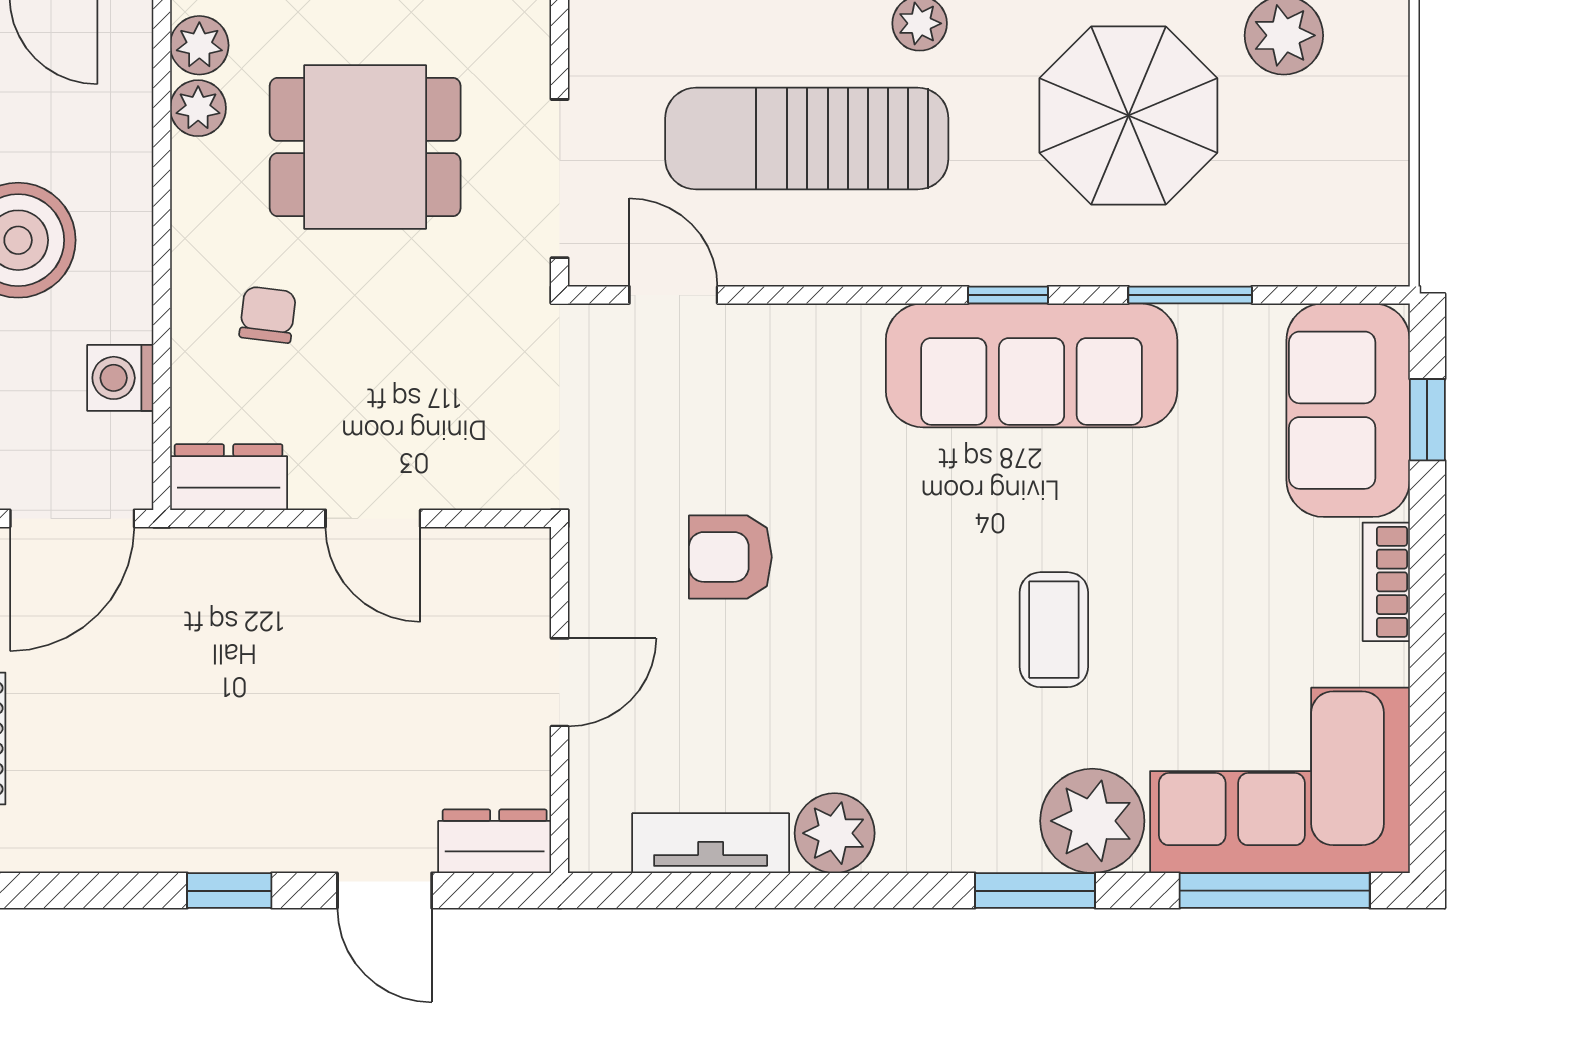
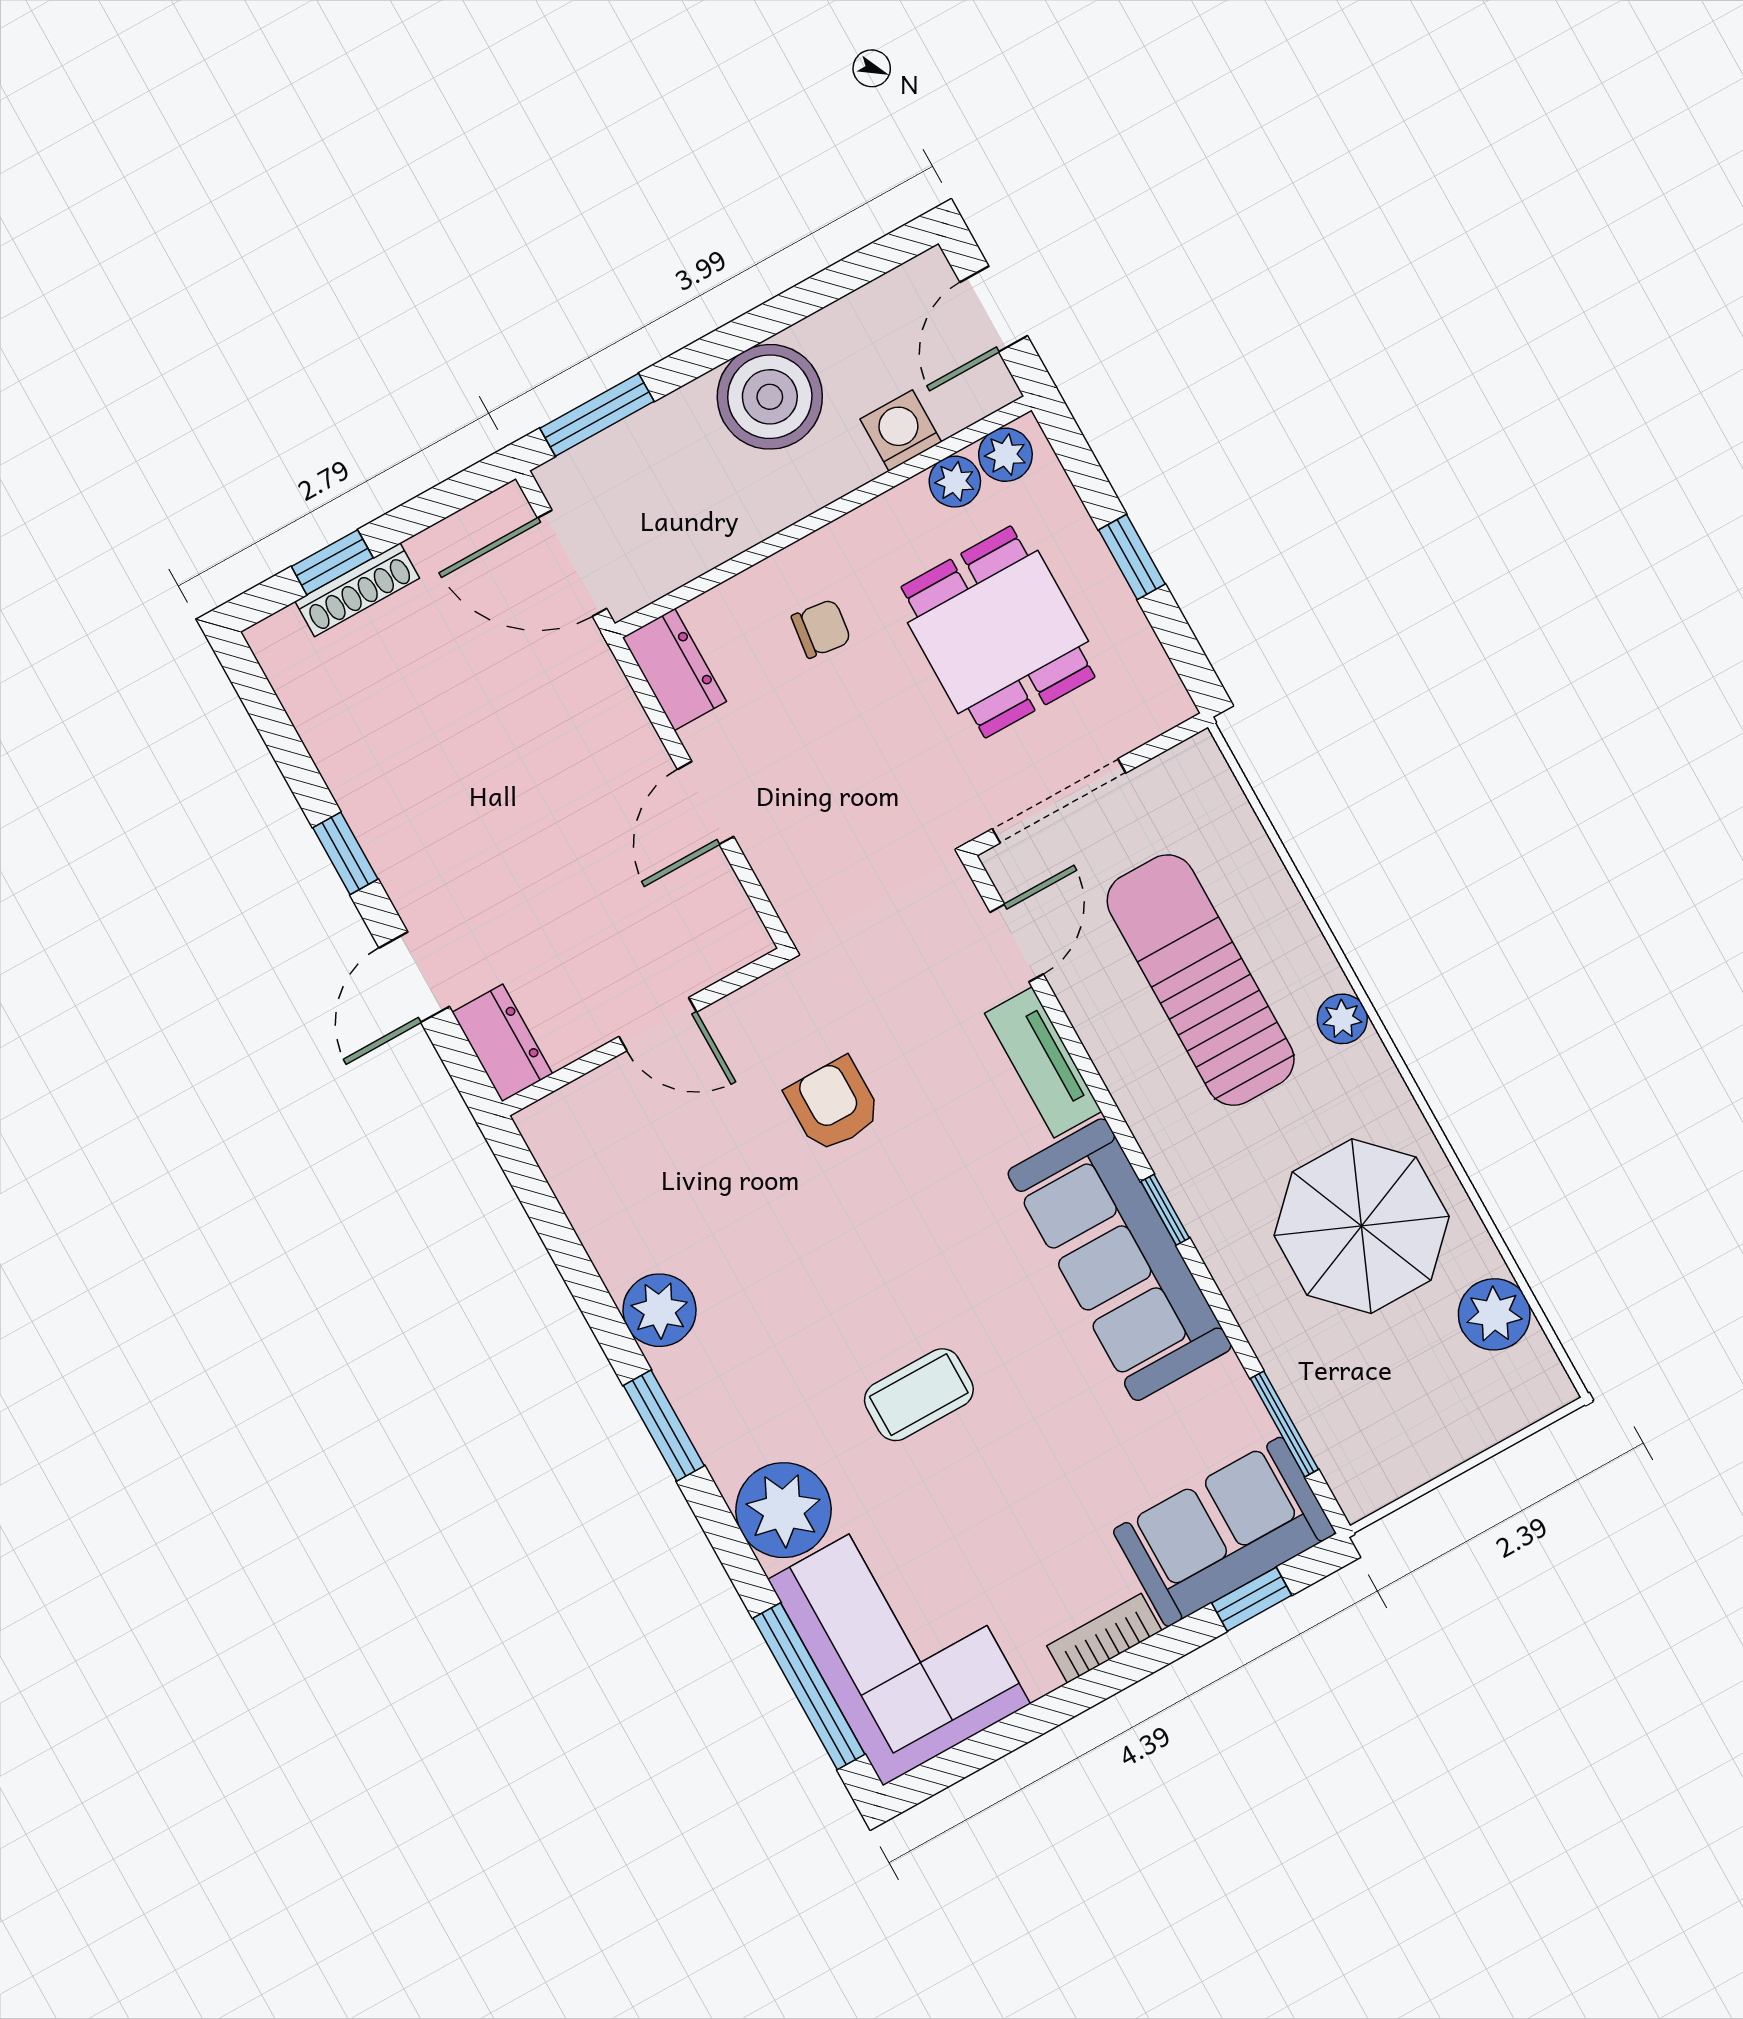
window: (1190, 295) -> (1284, 1424), moved
washing machine: (120, 378) -> (901, 430), moved
tv unit: (711, 843) -> (1043, 1062), moved, turned 180
window: (1035, 891) -> (664, 1426), moved

